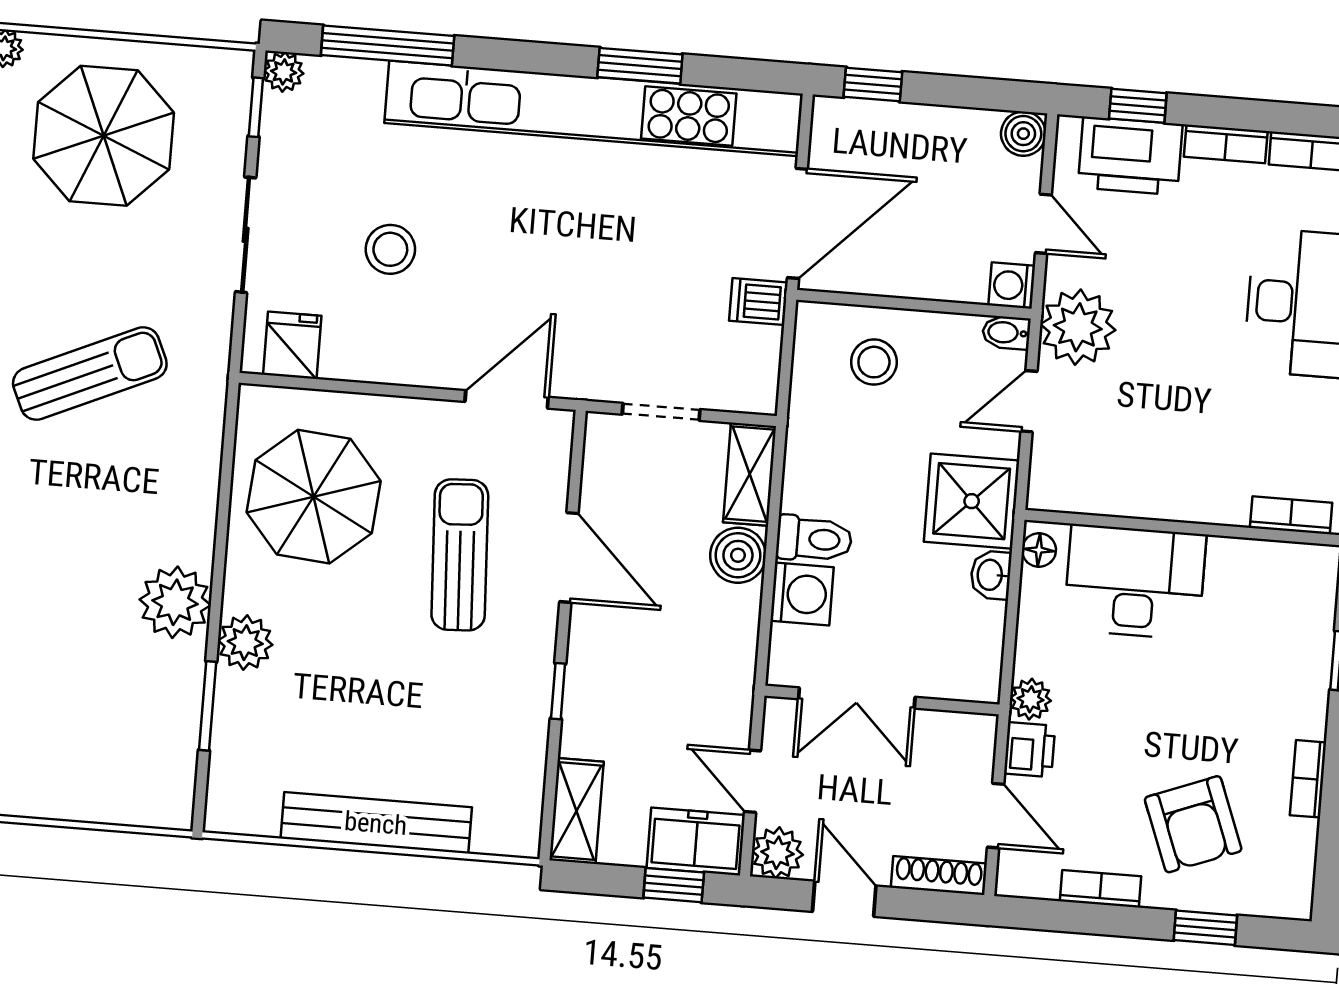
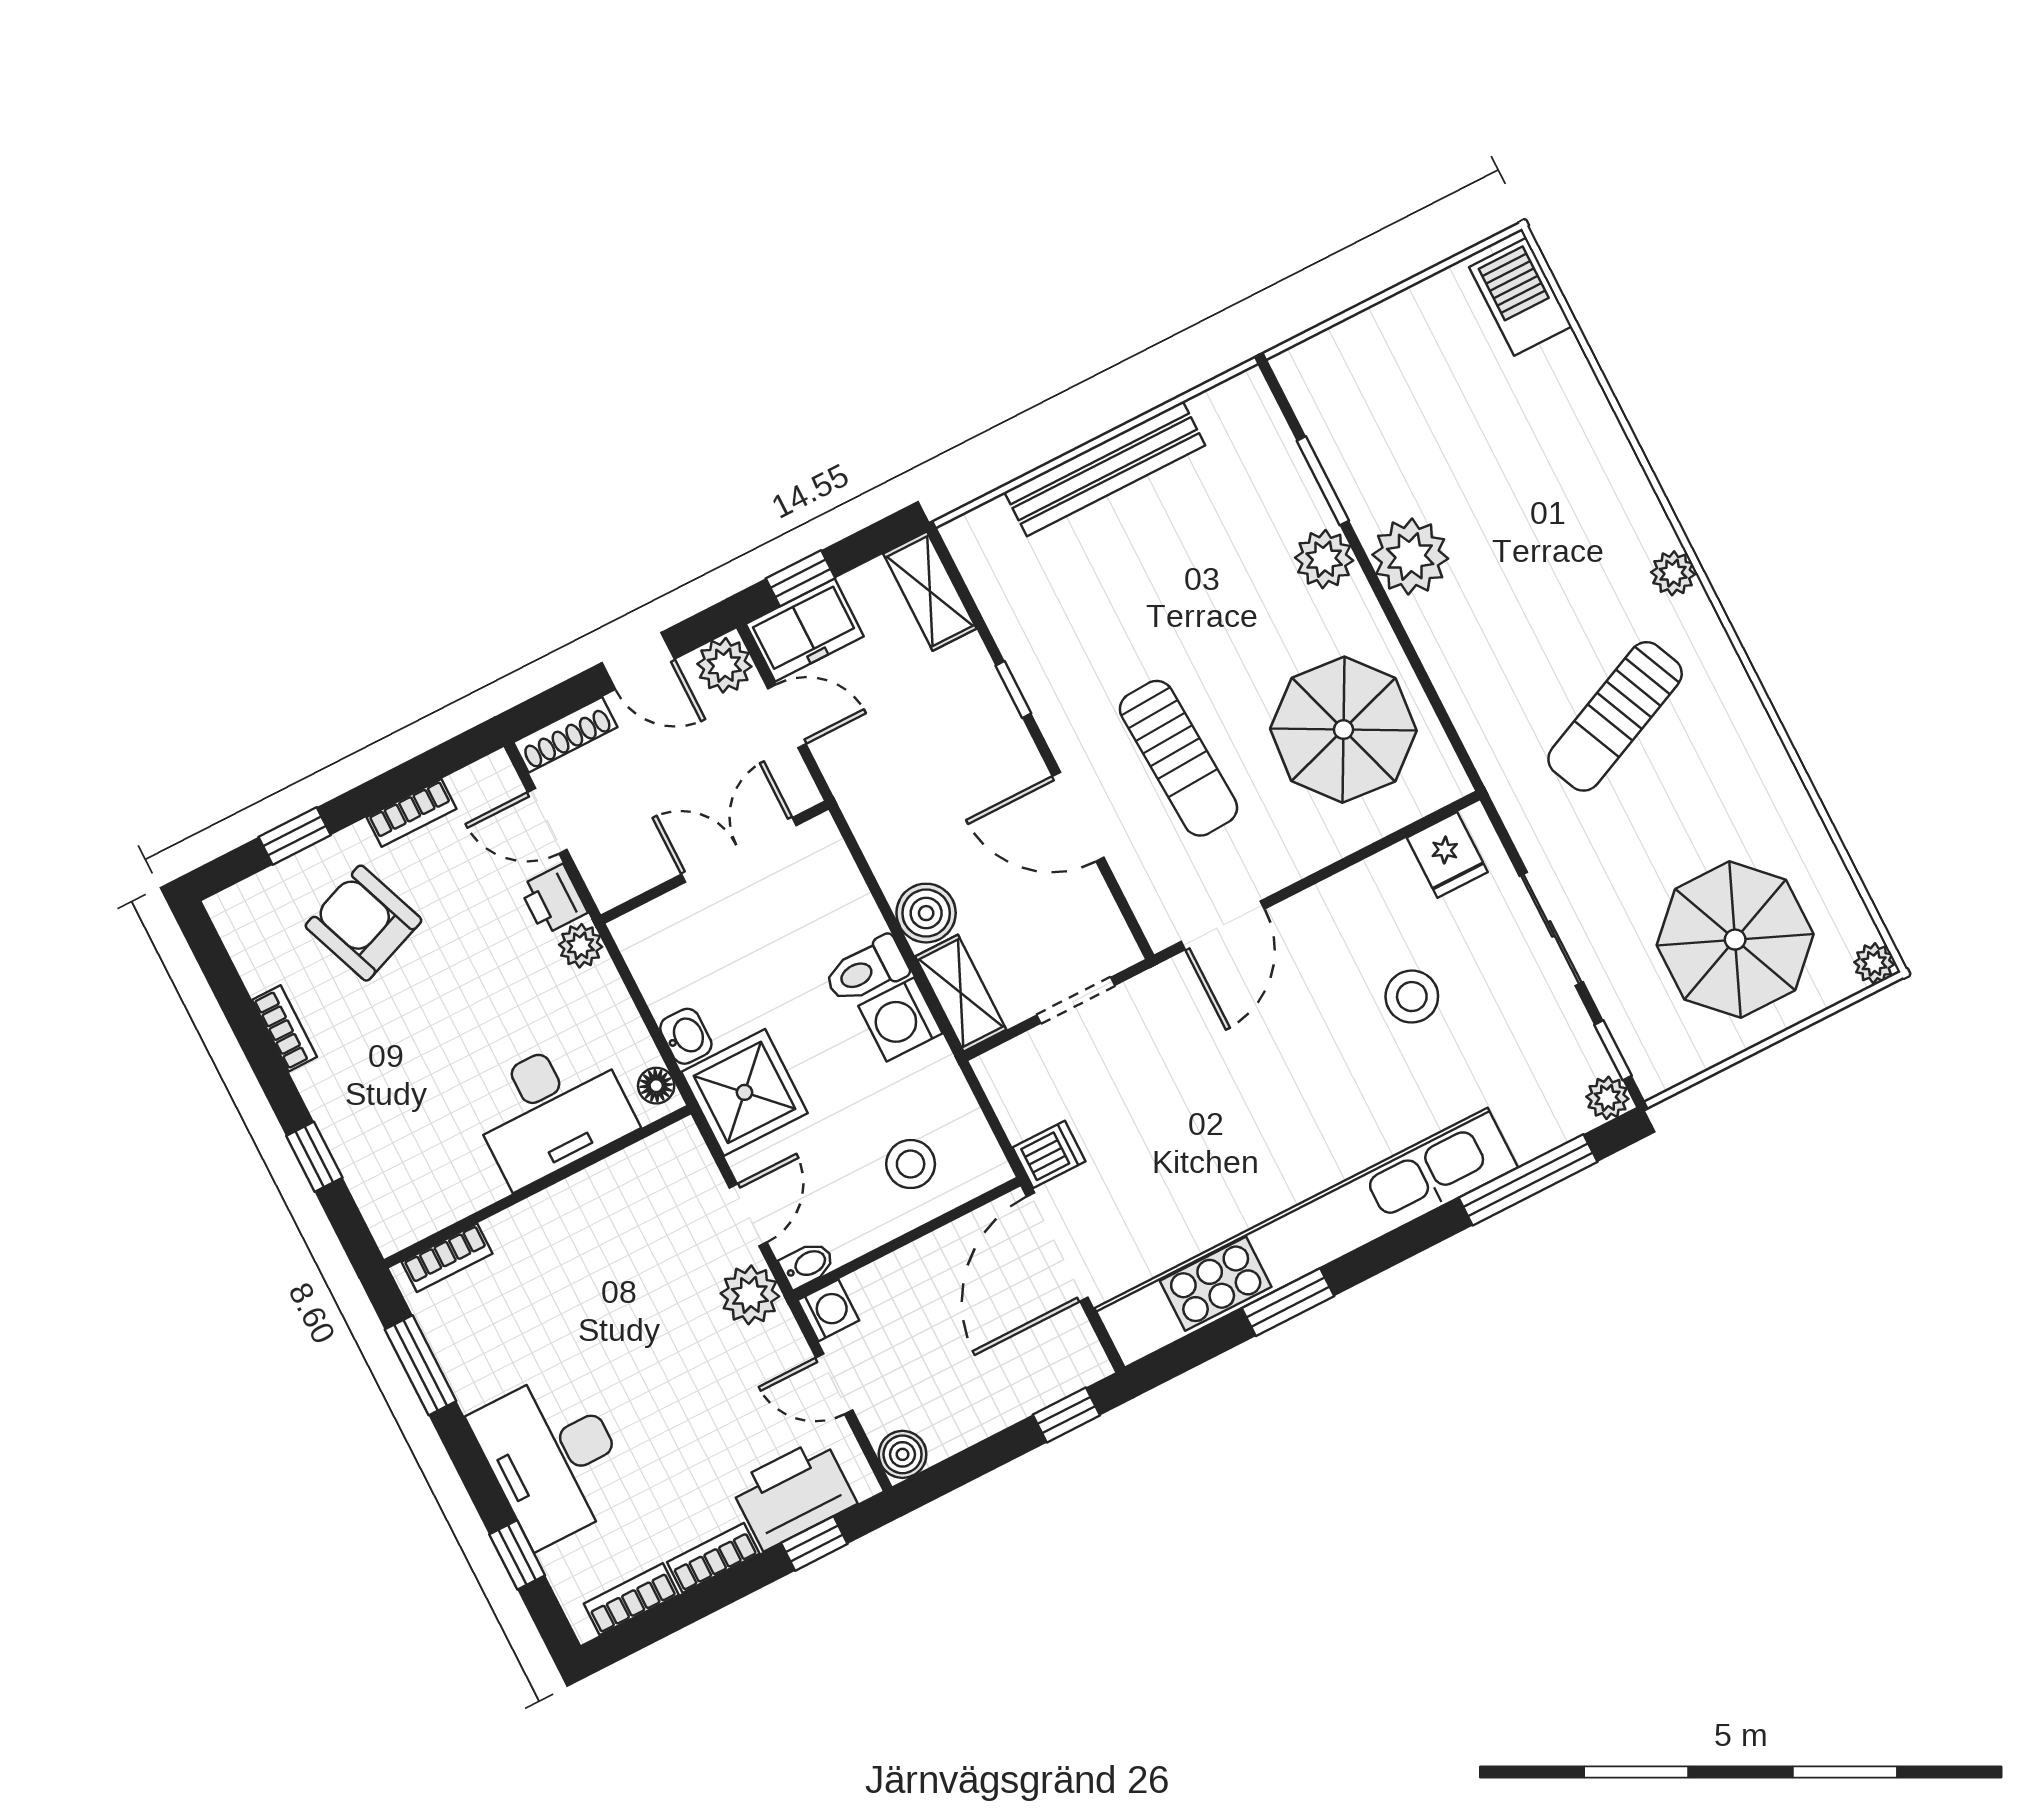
plant: (1078, 327) -> (750, 1295), width x0.73, depth x0.73
washing machine: (802, 594) -> (900, 1020), moved

